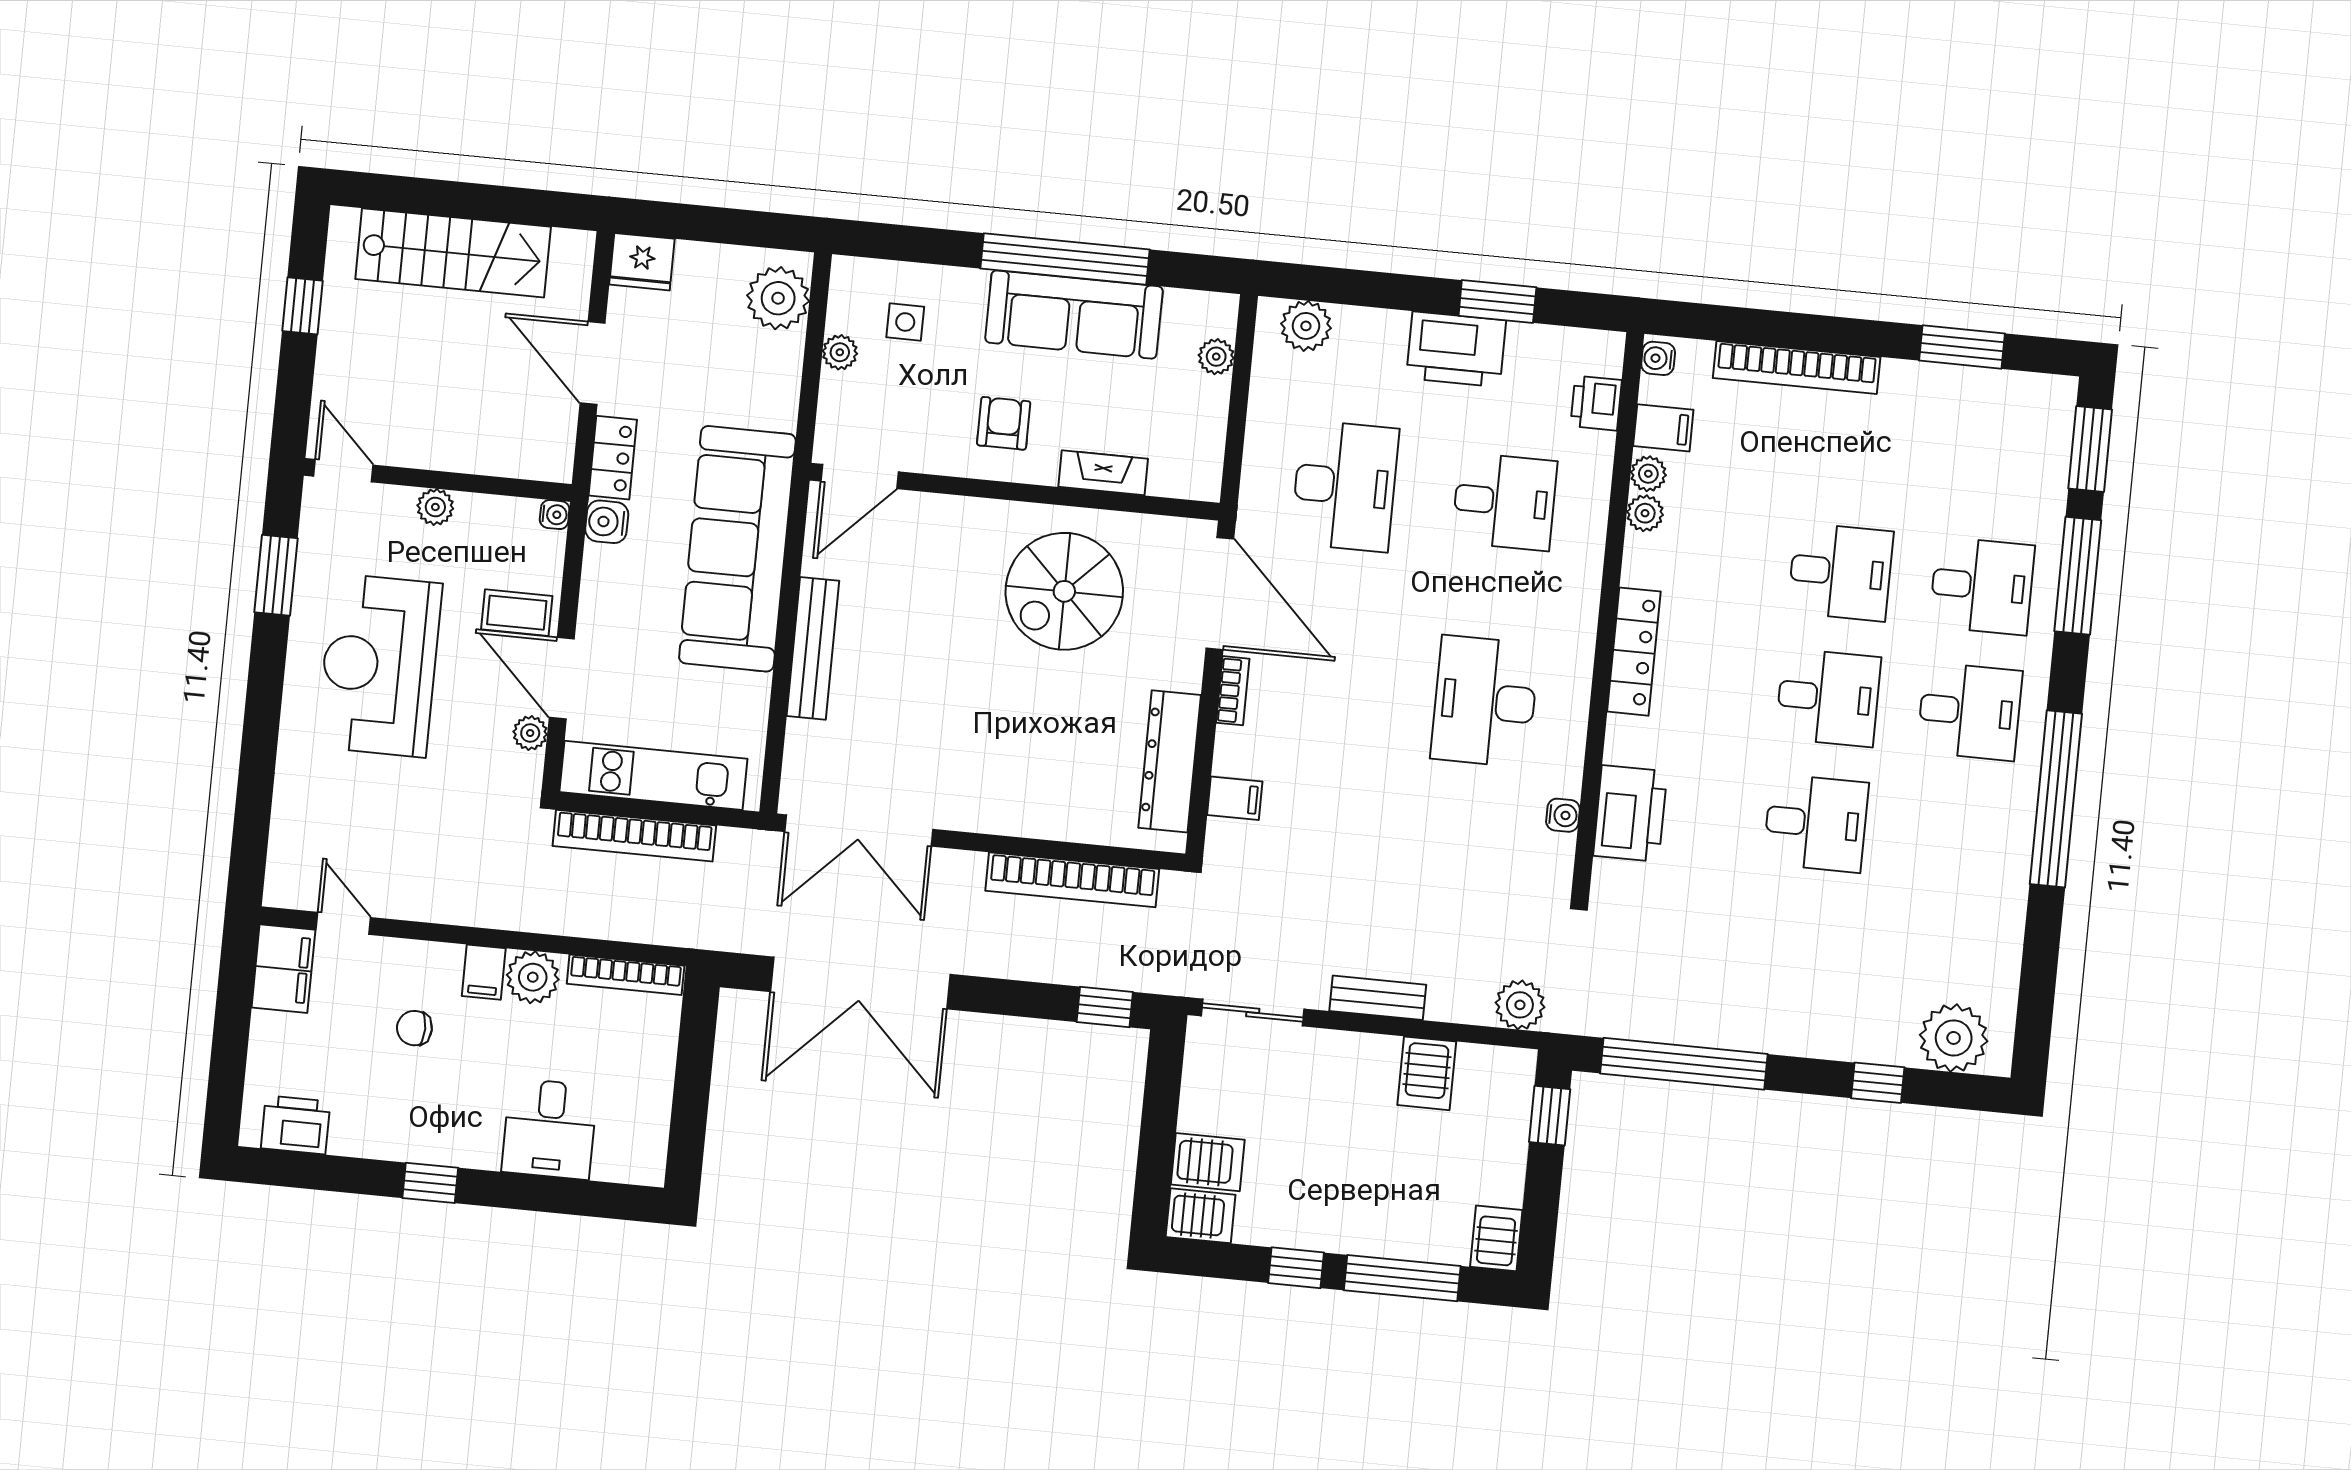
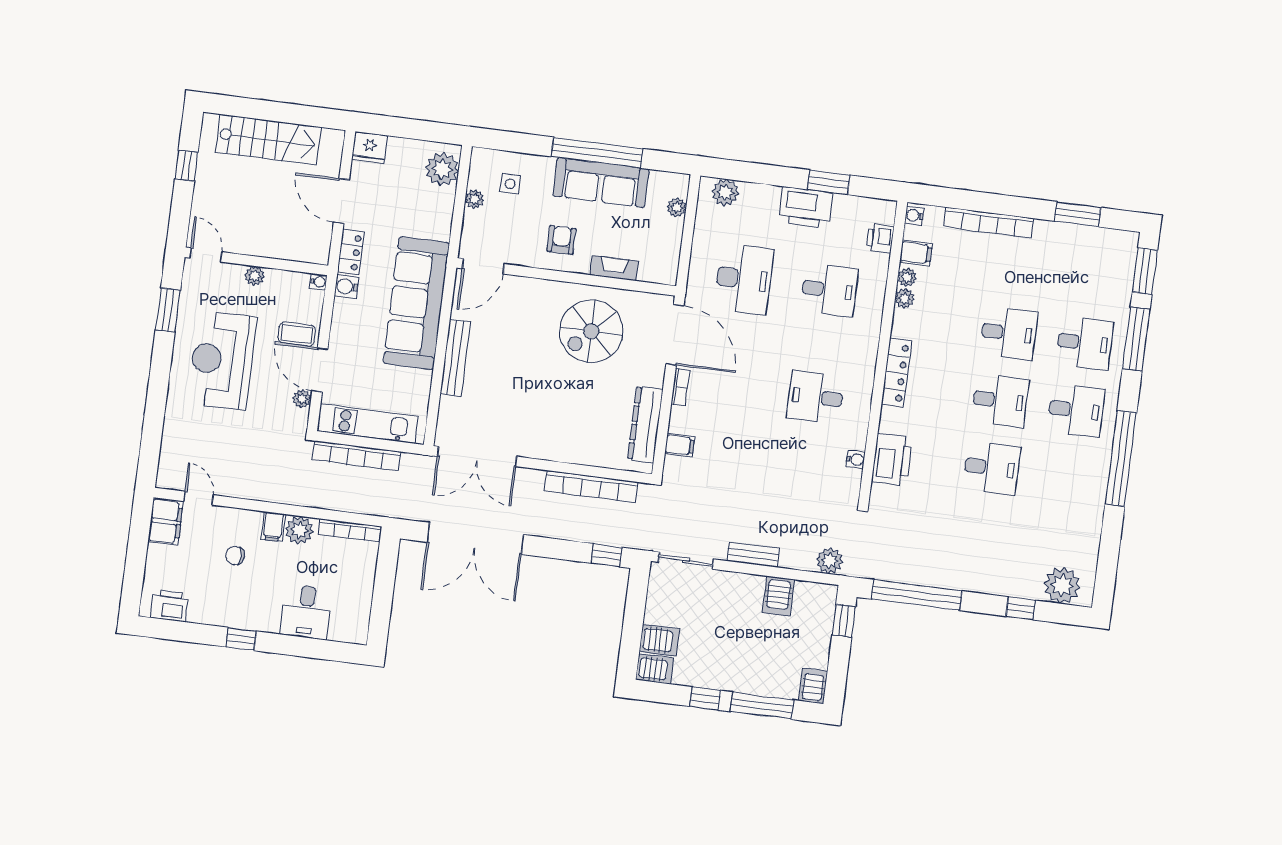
desk: (1485, 701) -> (816, 397), width x0.73

